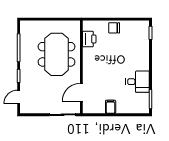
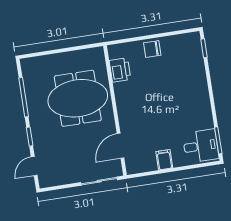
meeting table: (57, 54) -> (78, 98), turned 90
desk: (138, 82) -> (201, 146), moved

